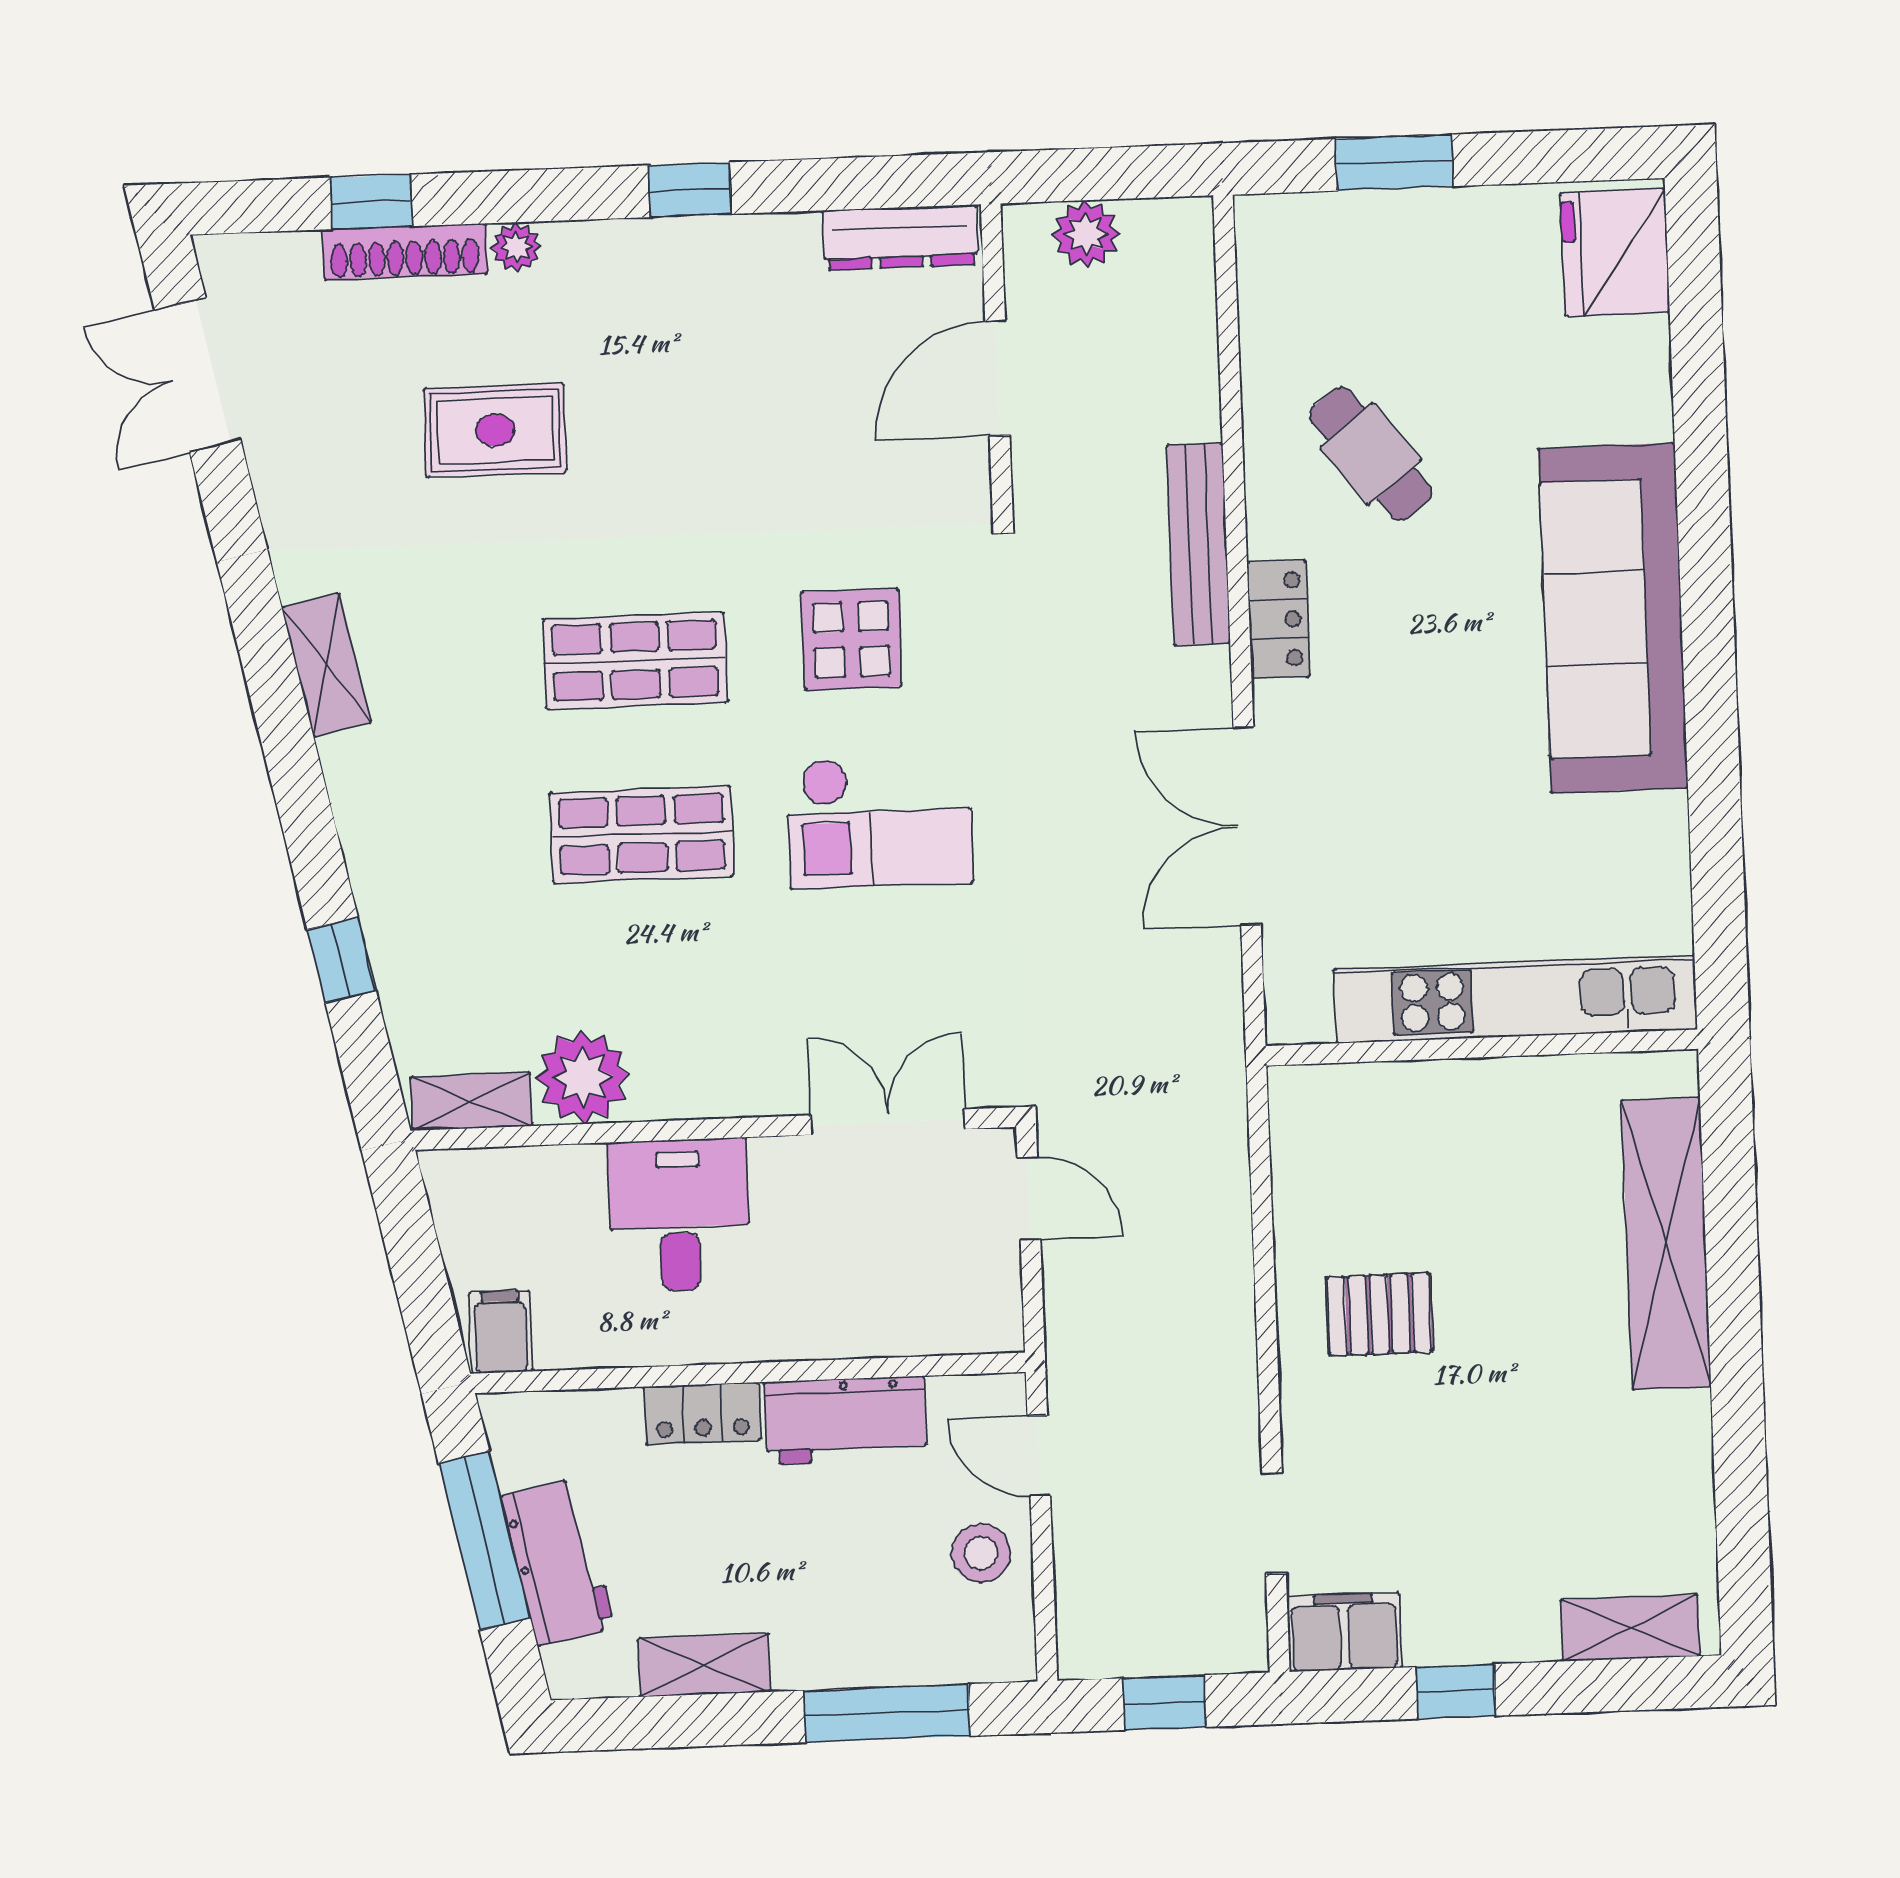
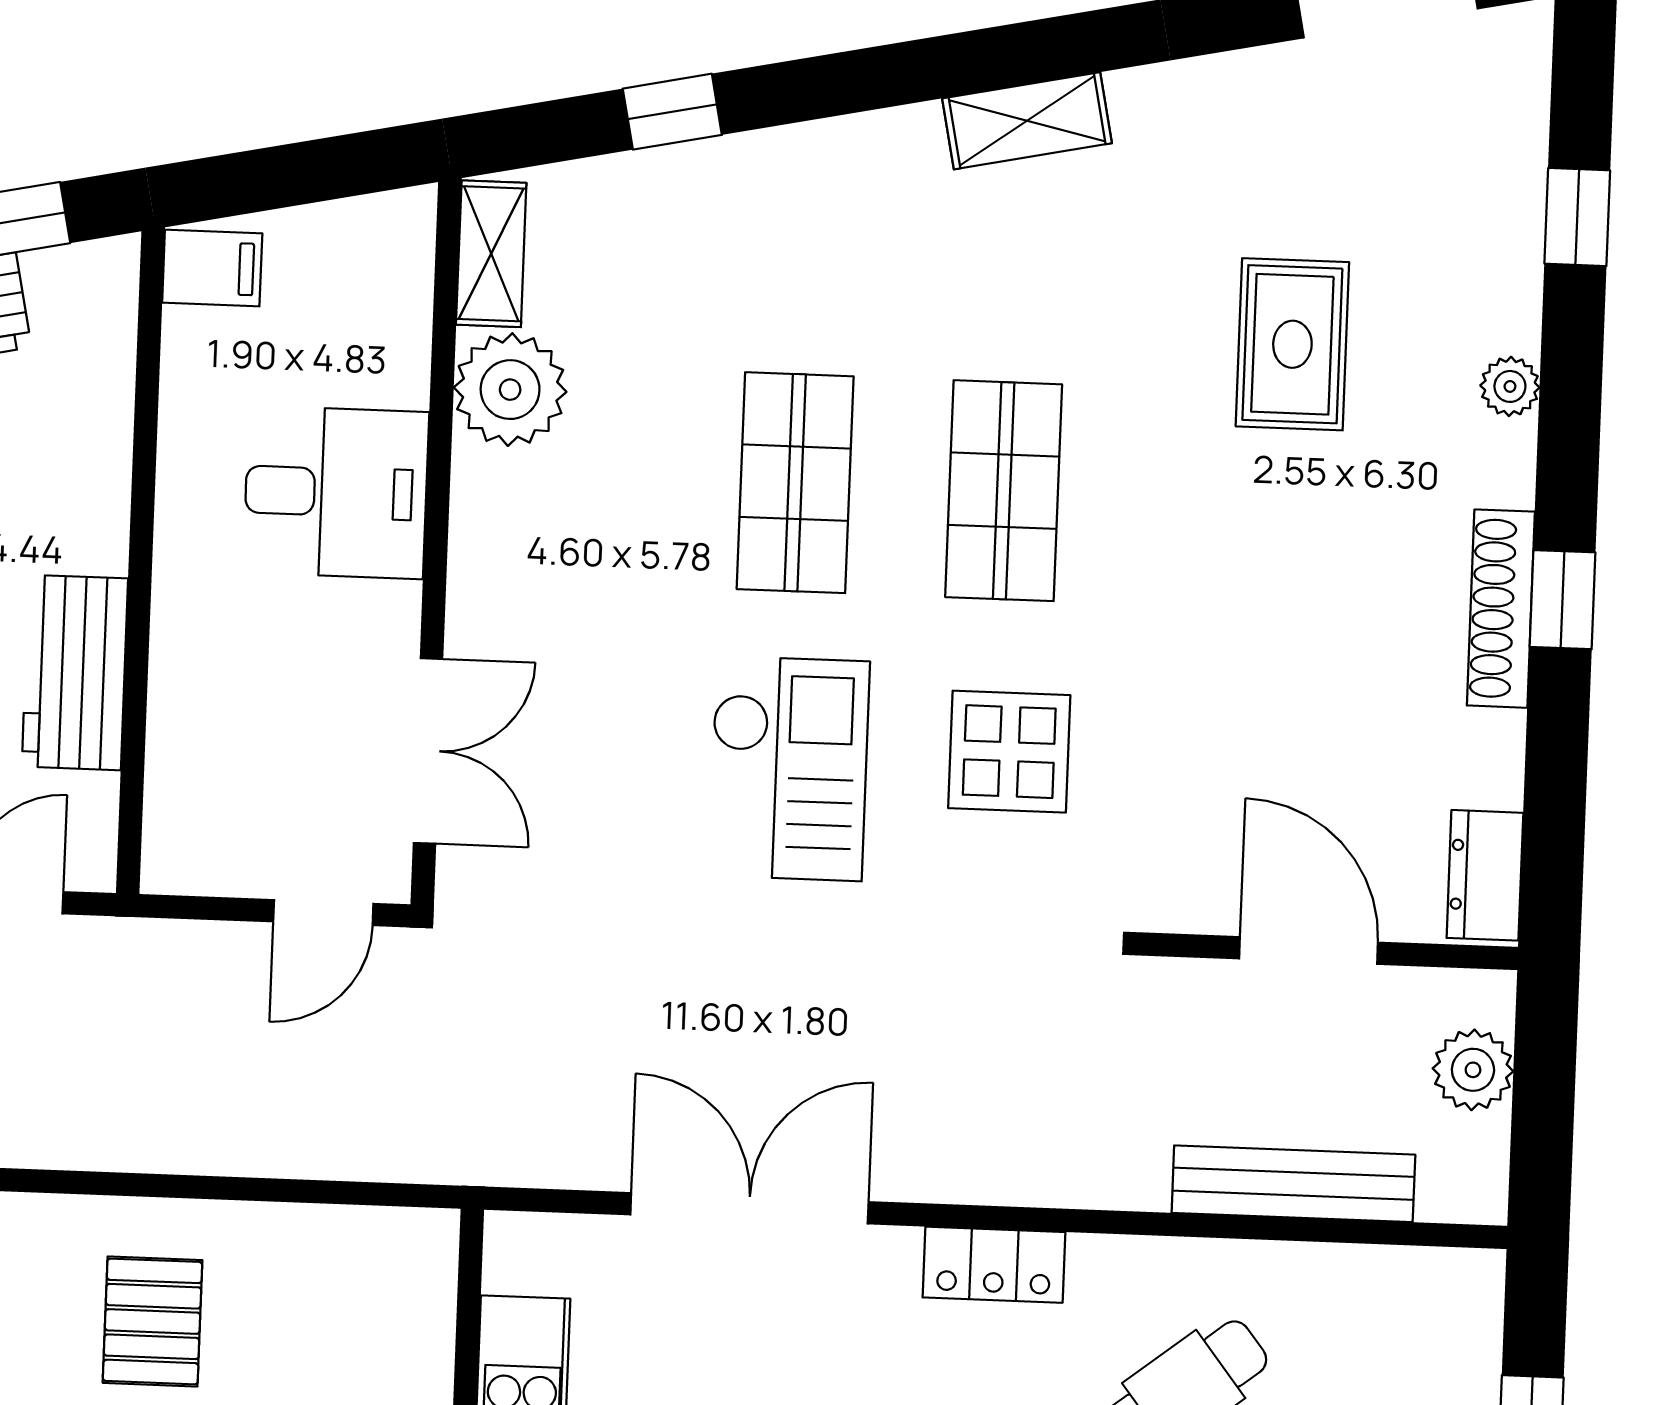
dresser: (900, 237) -> (1485, 875), width x0.70
shoe rack: (405, 252) -> (1501, 609), moved
bench: (1198, 544) -> (1293, 1184), moved
checkout: (879, 822) -> (789, 768), turned 180
locker: (702, 1413) -> (96, 502), removed

